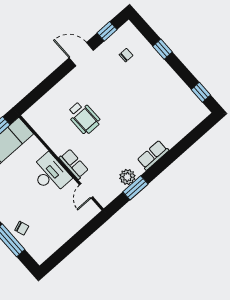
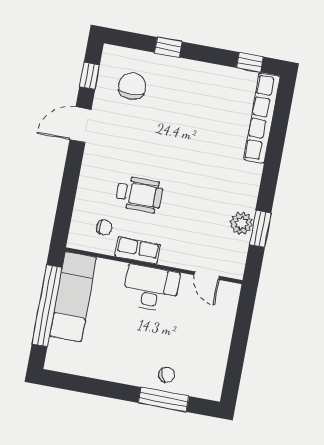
chair: (126, 55) -> (132, 86), width x1.87, depth x1.87
chair: (50, 121) -> (104, 227), added
row of seats: (153, 155) -> (262, 118), moved, width x2.02
row of seats: (74, 164) -> (138, 250), moved

